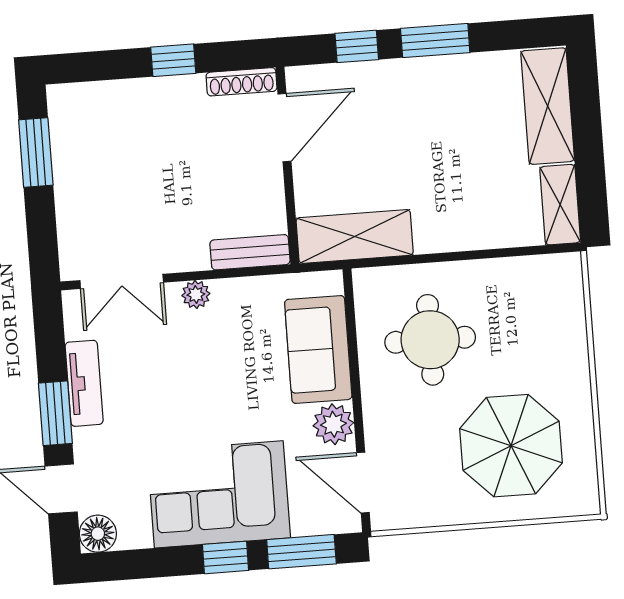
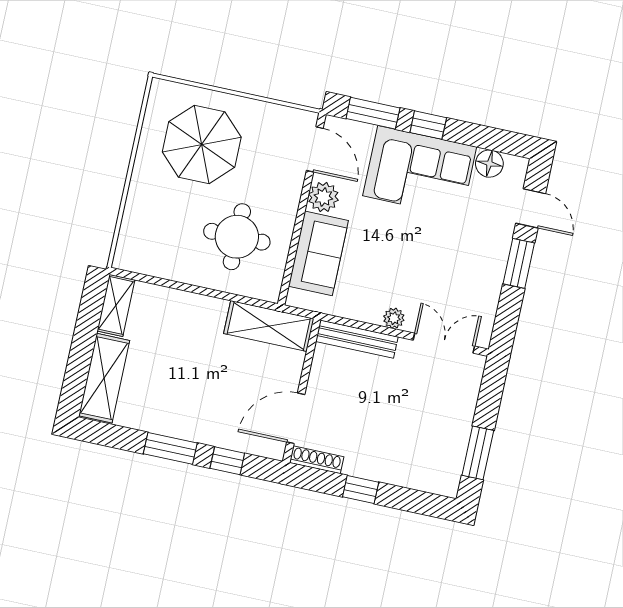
bench: (250, 252) -> (357, 339), width x1.36
tv unit: (84, 383) -> (492, 279), removed
floor lamp: (98, 534) -> (489, 164), moved

